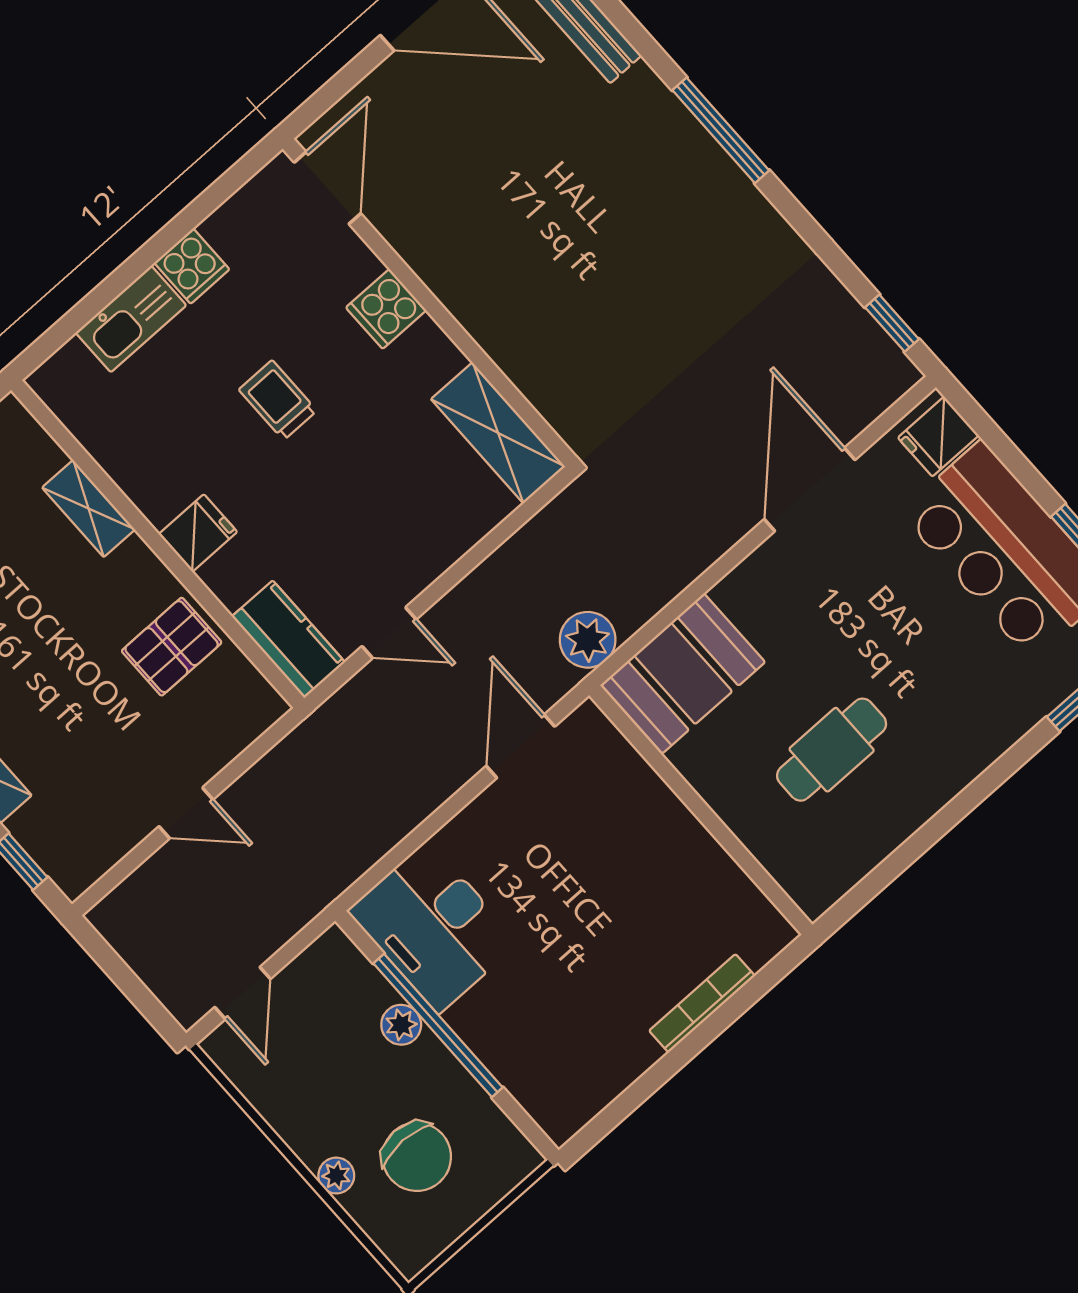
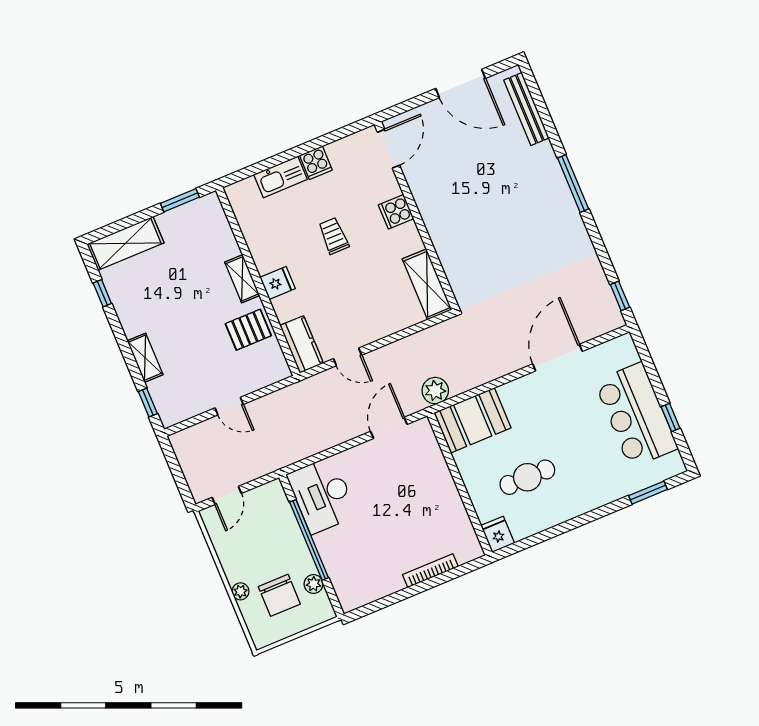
fridge: (938, 437) -> (498, 534), moved, turned 90
shelving: (88, 508) -> (242, 279), moved
plant: (401, 1025) -> (314, 584), moved

